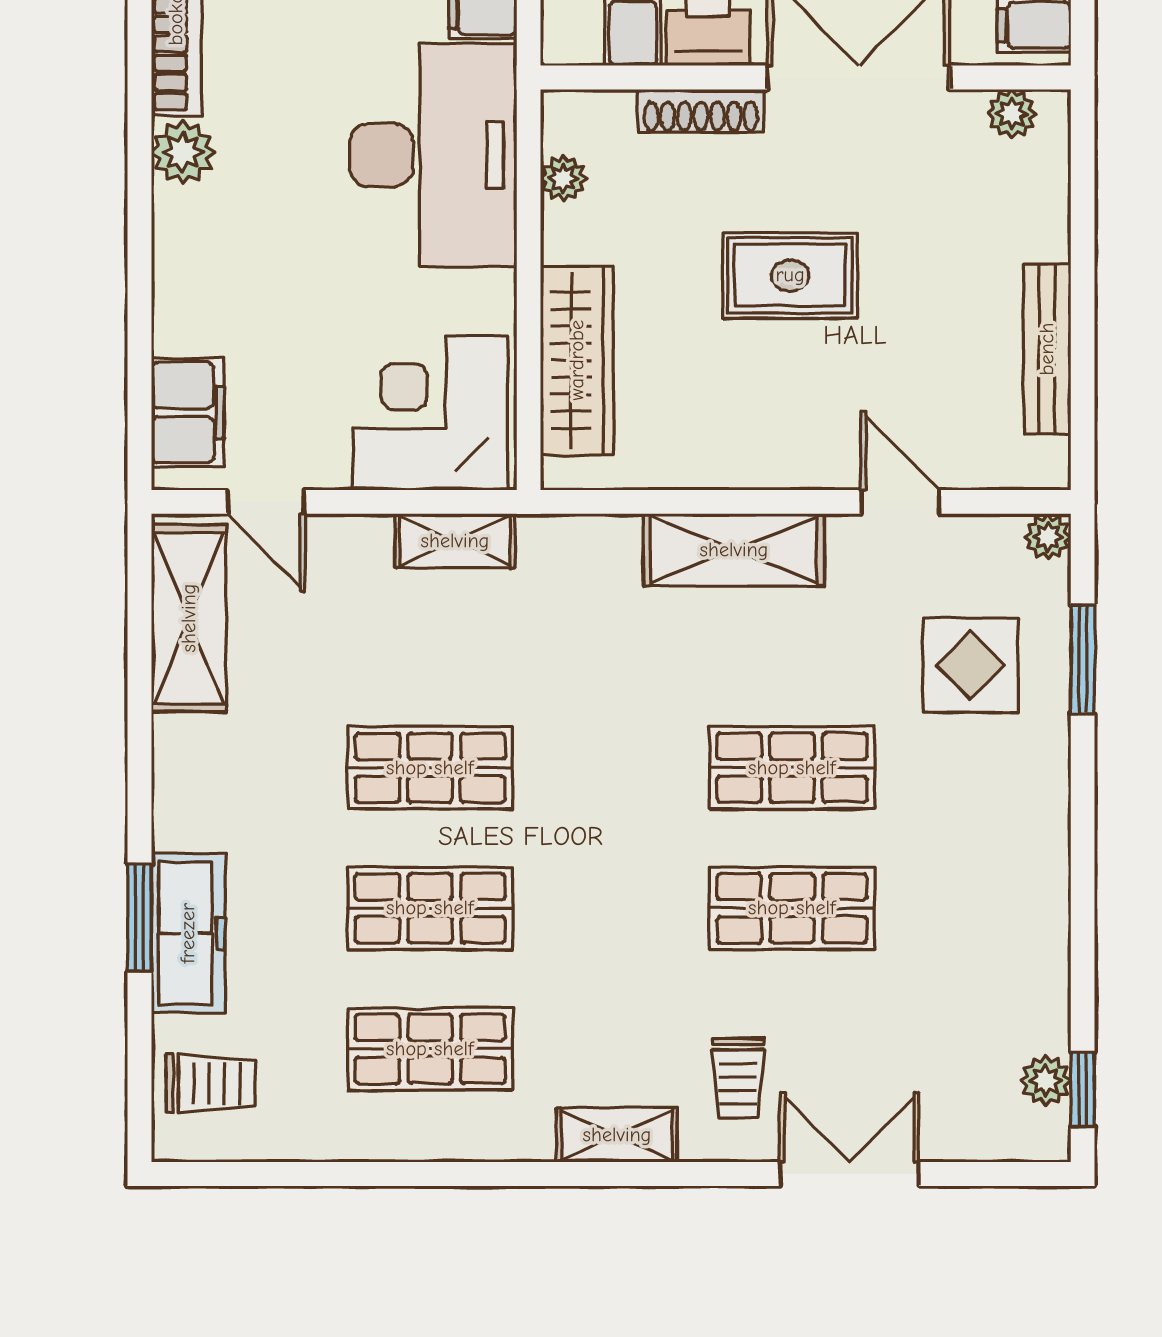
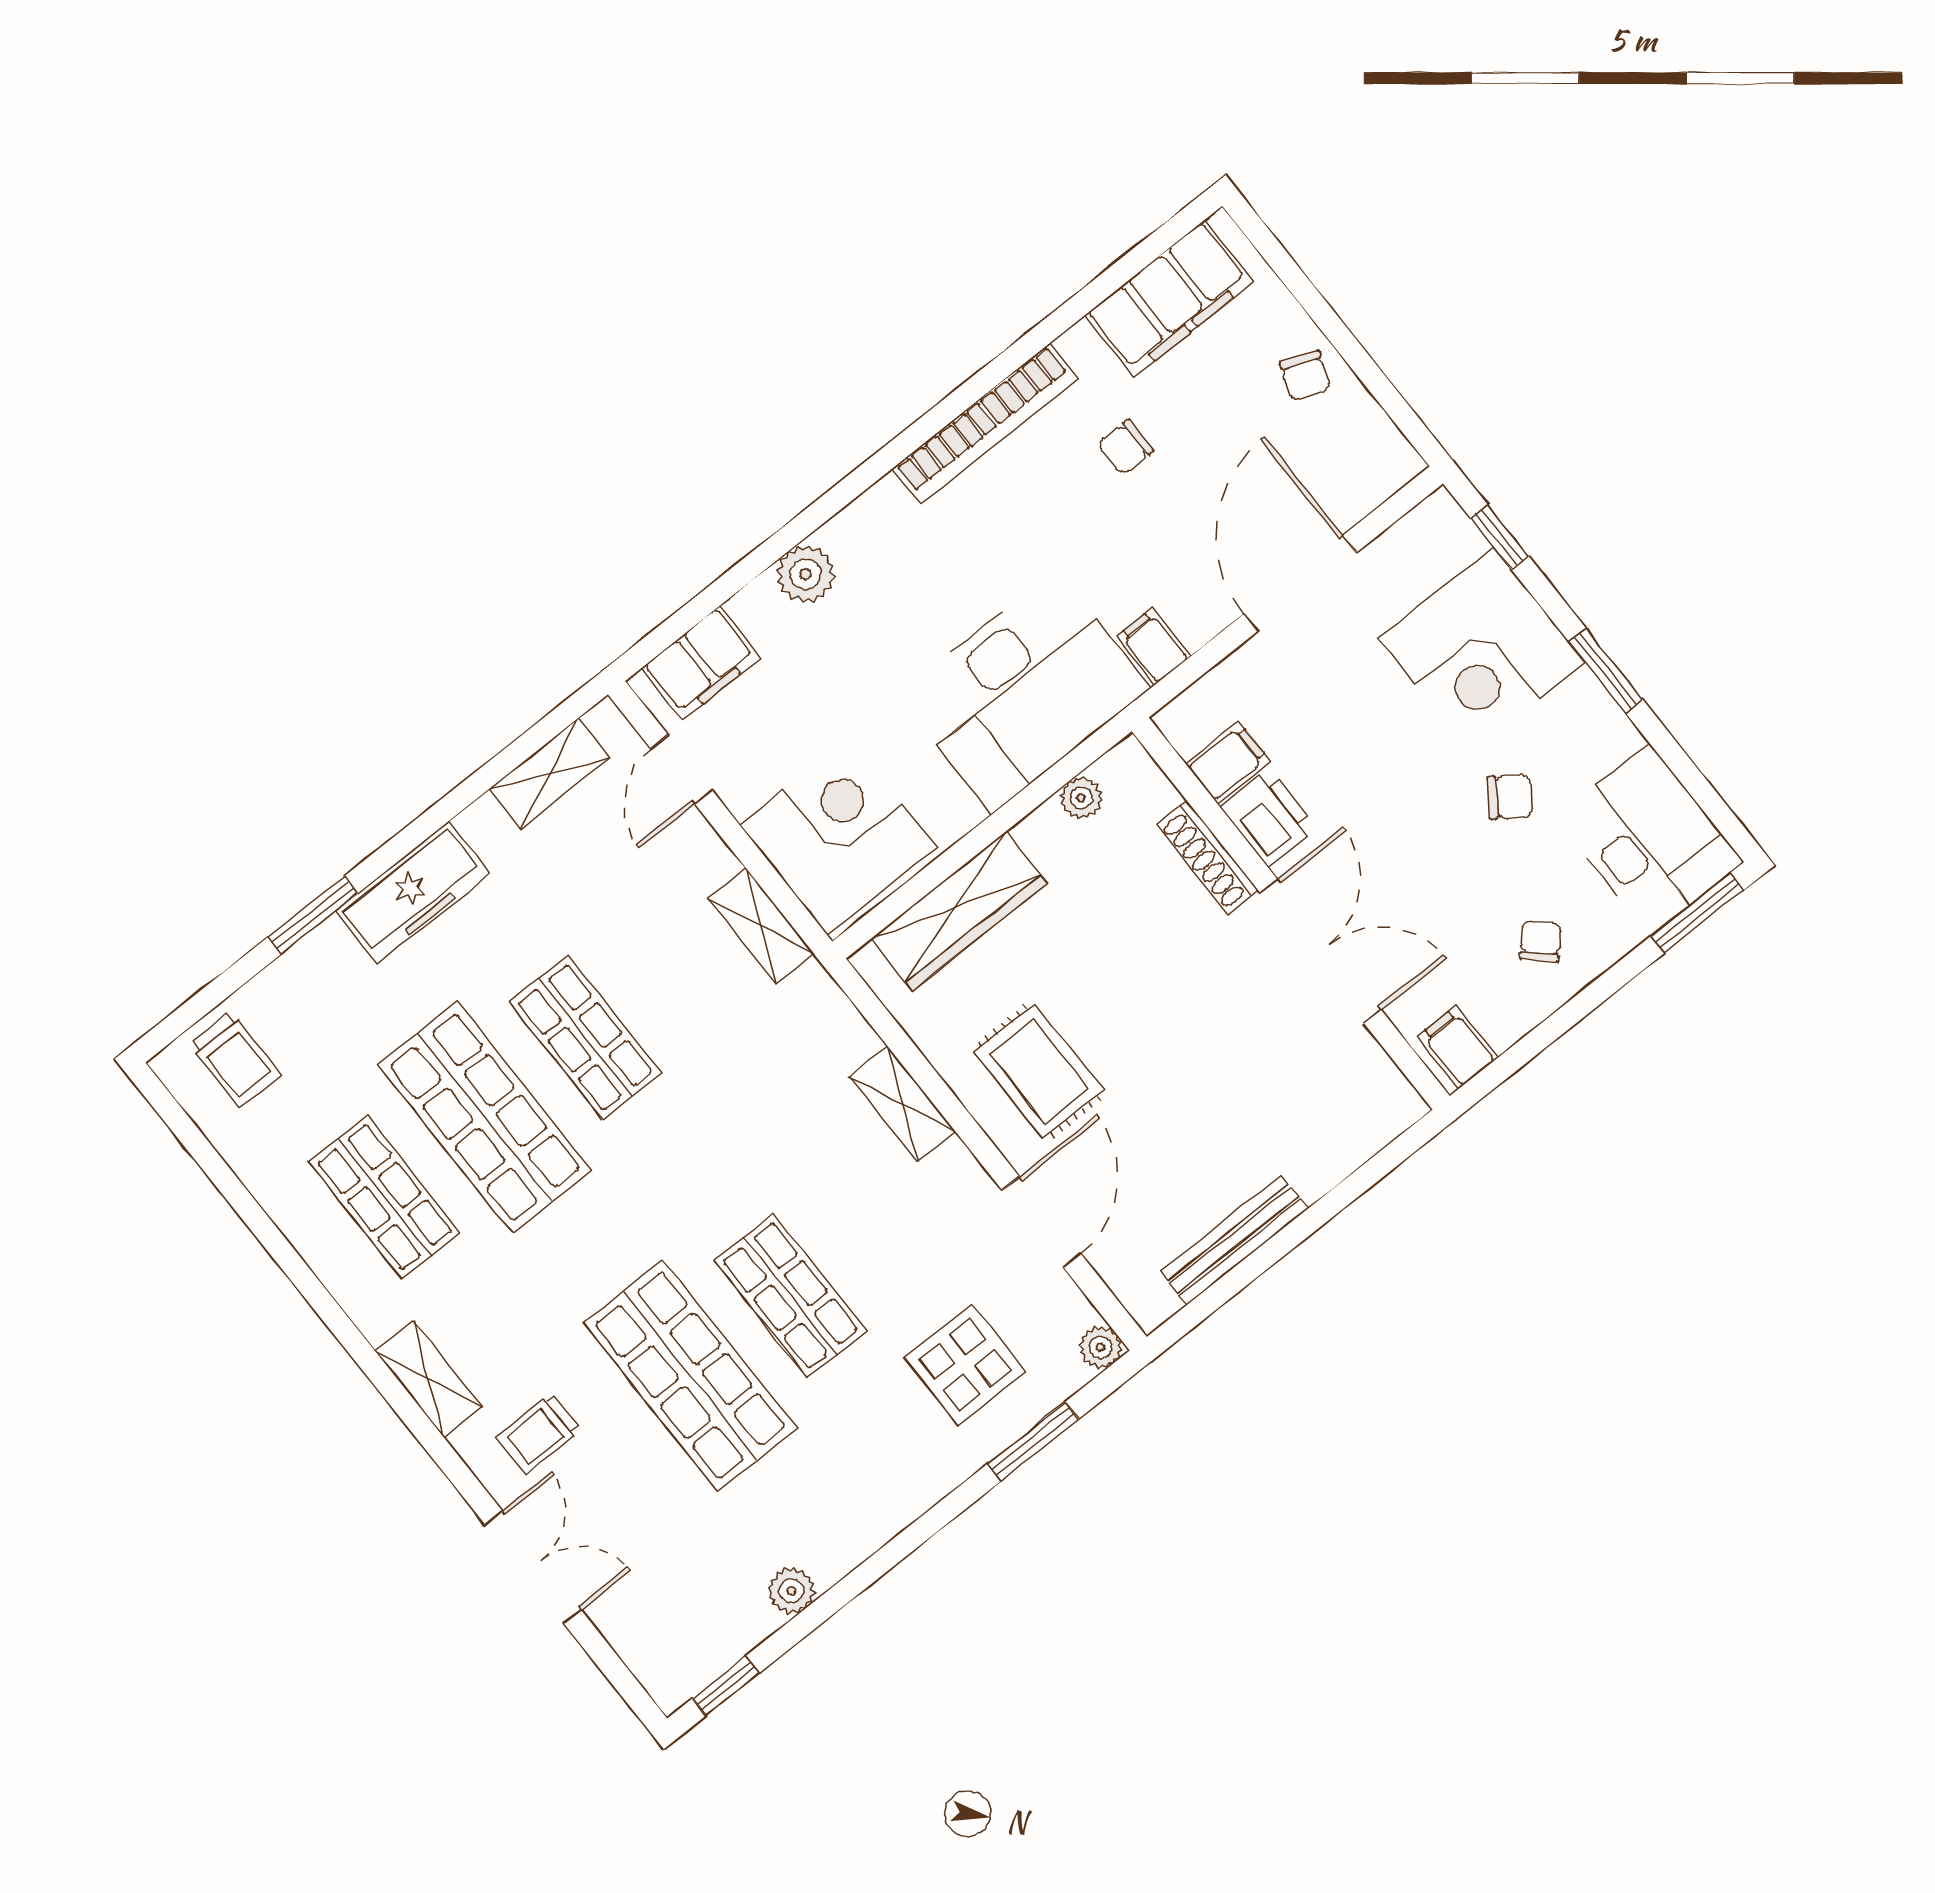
plant: (1012, 114) -> (1382, 1081), removed
plant: (183, 152) -> (805, 574), moved
rug: (790, 275) -> (1039, 1071), moved
door: (900, 502) -> (1041, 1222), width x1.38
shelving: (734, 550) -> (902, 1104), width x0.67, depth x0.75
shelving: (189, 618) -> (549, 774), width x0.67, depth x0.75
shop shelf: (430, 908) -> (485, 1117), width x1.43, depth x1.36
shop shelf: (792, 908) -> (690, 1375), width x1.43, depth x1.36
freezer: (188, 933) -> (413, 892), moved
plant: (1046, 1081) -> (791, 1591), moved

